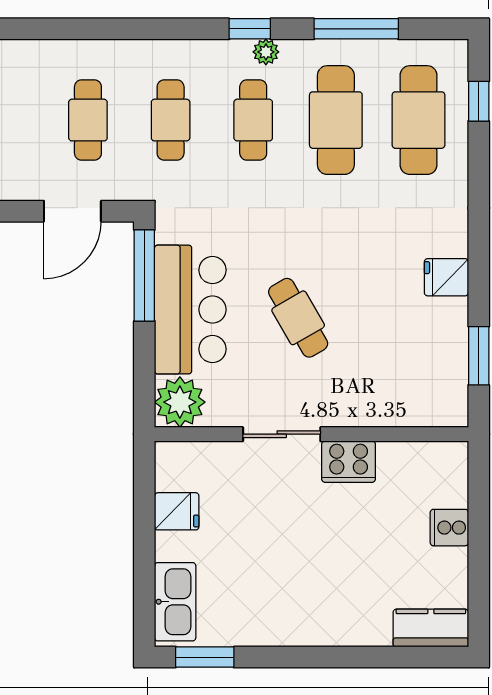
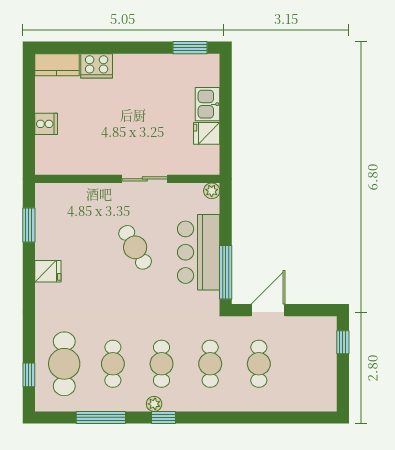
cafe table: (336, 120) -> (113, 364), width x0.73, depth x0.74
plant: (180, 402) -> (212, 191), width x0.53, depth x0.53
cooker: (349, 462) -> (97, 66), moved, turned 180
kitchen sink: (175, 602) -> (207, 104), moved, width x0.73

